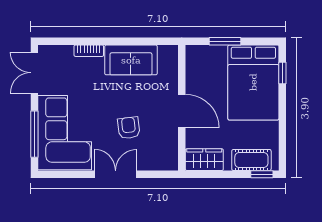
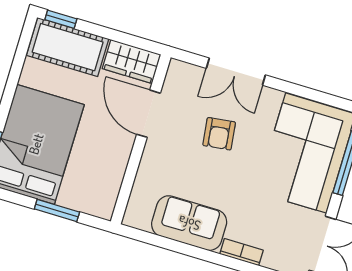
door: (182, 111) -> (148, 114), moved
cot: (251, 160) -> (68, 47), width x1.37, depth x1.34
double door: (116, 174) -> (236, 72), moved

